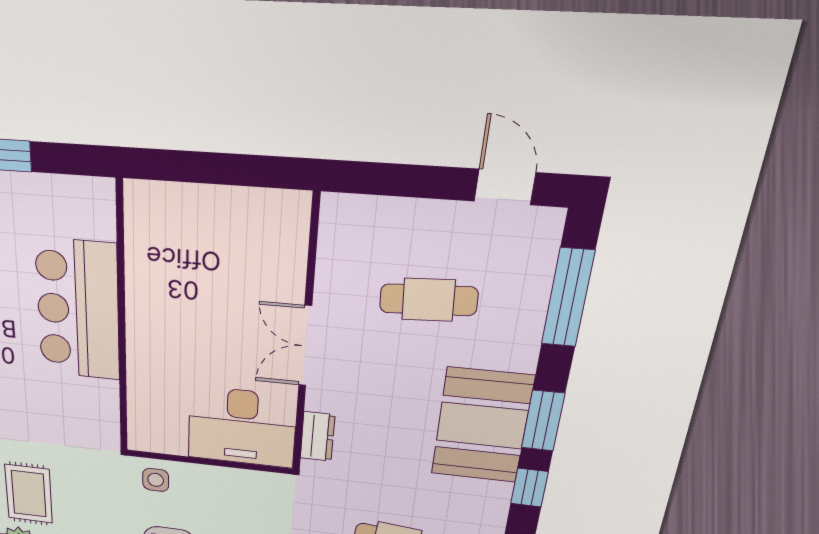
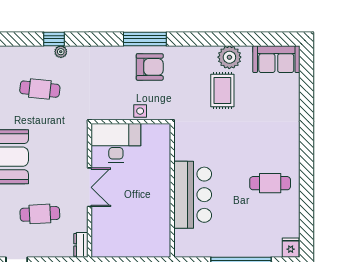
dresser: (318, 436) -> (81, 245), moved
side table: (156, 480) -> (140, 111), moved

